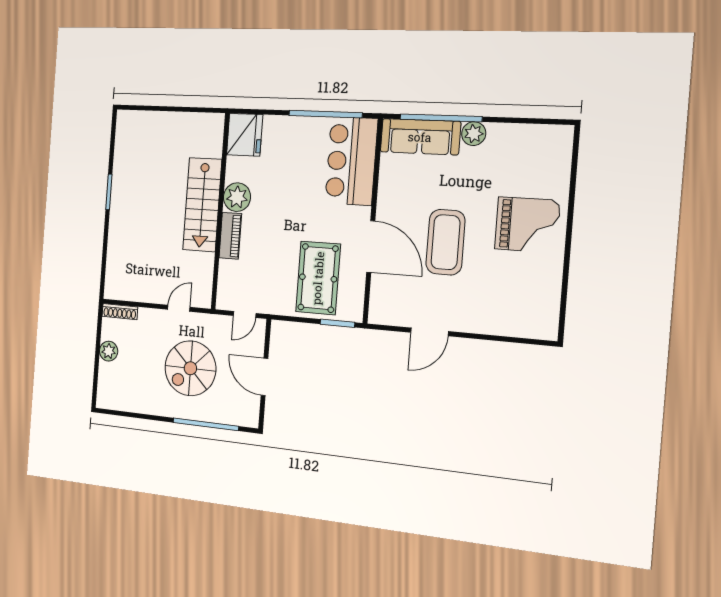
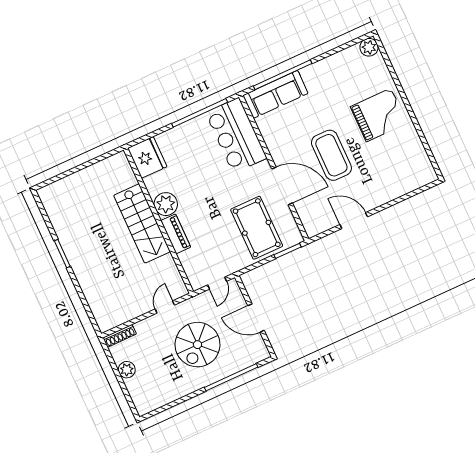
plant: (474, 134) -> (369, 47), moved
door: (429, 332) -> (354, 221), swing flipped

